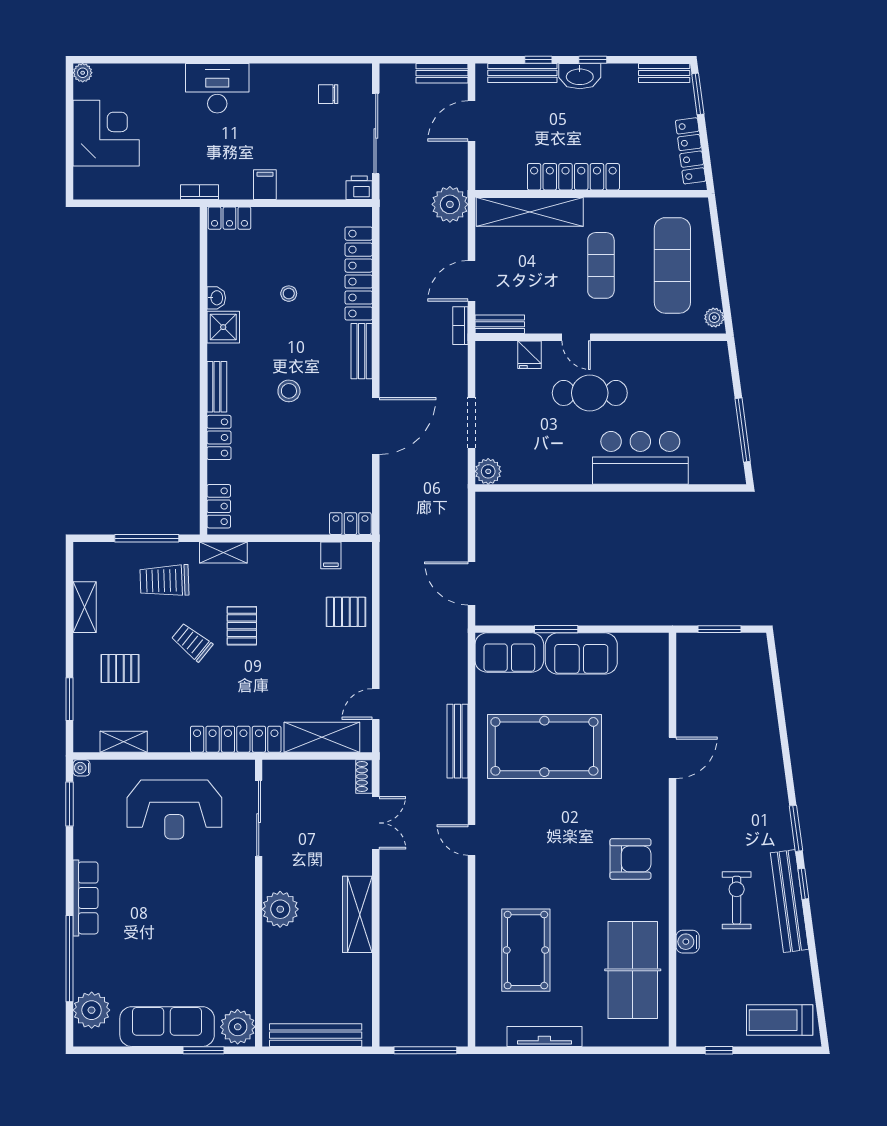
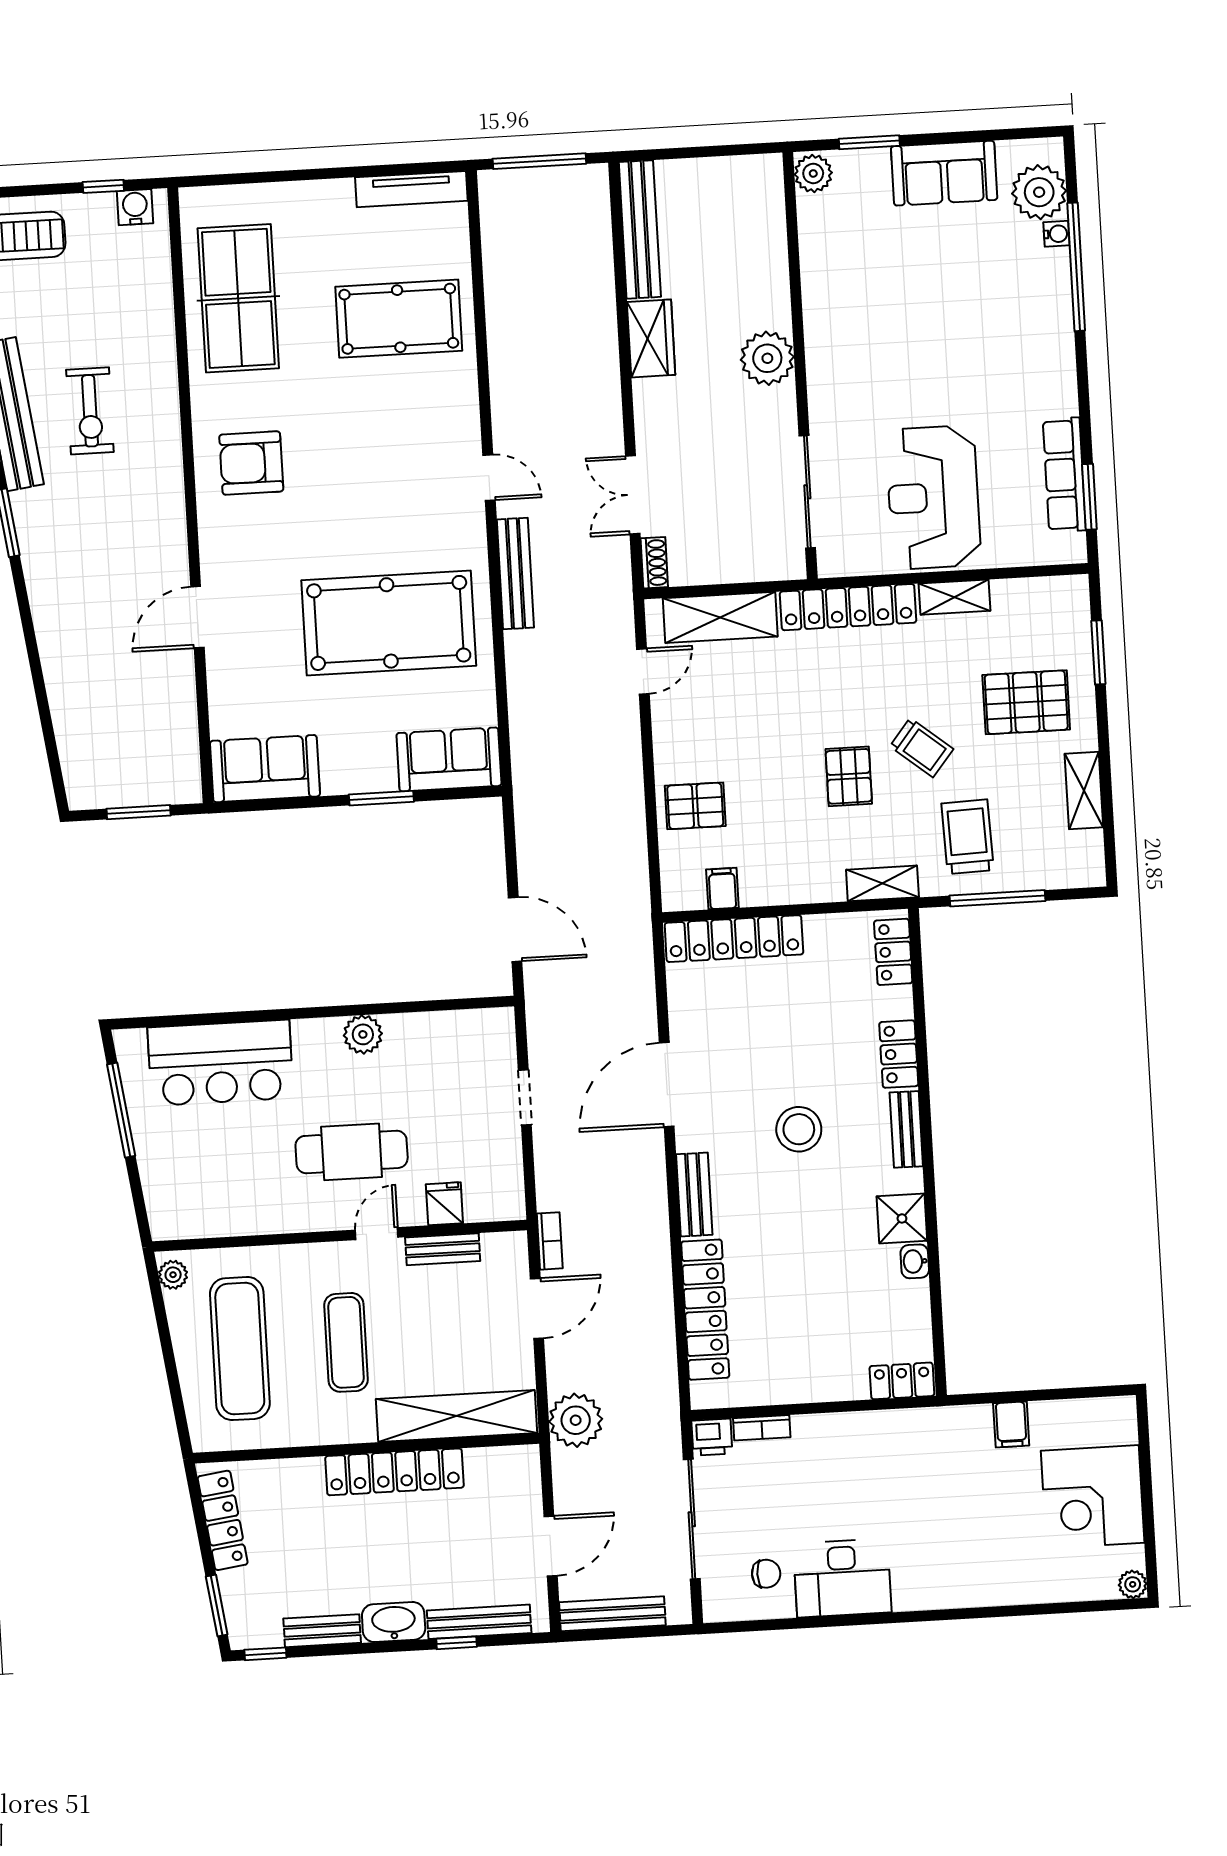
window: (593, 60) -> (265, 1654), moved
bench: (442, 73) -> (612, 1614), width x1.36
bench: (664, 73) -> (322, 1631), moved
desk: (217, 88) -> (842, 1578), moved
filing cabinet: (265, 185) -> (1011, 1424), moved
bookcase: (199, 192) -> (762, 1428), moved
stool: (289, 294) -> (807, 1274), removed
bench: (500, 324) -> (443, 1249), moved
door: (576, 337) -> (377, 1234), hinge flipped
stool: (289, 391) -> (799, 1129), width x1.38, depth x1.38
doorway: (472, 423) -> (525, 1098), width x0.73
bar counter: (640, 458) -> (220, 1063), moved
plant: (488, 471) -> (363, 1034), moved
locker: (350, 524) -> (734, 939), width x2.16, depth x1.21
trolley: (164, 581) -> (968, 837), turned -90
door: (472, 583) -> (515, 929), moved
sofa: (581, 653) -> (265, 769), moved
pallet: (120, 668) -> (1026, 702), width x1.50, depth x1.42
bench: (458, 741) -> (515, 573), moved
shelving: (124, 742) -> (955, 597), moved
water cooler: (82, 768) -> (1056, 234), moved
reception desk: (174, 810) -> (933, 497), turned -90
row of seats: (85, 898) -> (1064, 475), moved
wardrobe: (357, 914) -> (651, 338), width x0.67
water cooler: (688, 942) -> (135, 207), moved, turned -90
pool table: (526, 950) -> (399, 319), turned 90
sofa: (167, 1027) -> (944, 173), width x0.73
plant: (238, 1027) -> (813, 173), width x0.73, depth x0.73
bench: (316, 1035) -> (640, 229), moved, turned 90
tv unit: (544, 1037) -> (411, 189), moved

